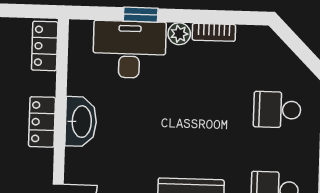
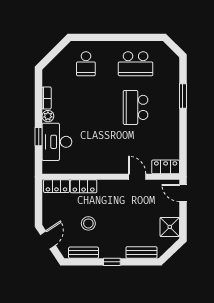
locker: (42, 122) -> (84, 186), moved
washbasin: (81, 122) -> (95, 166), removed

